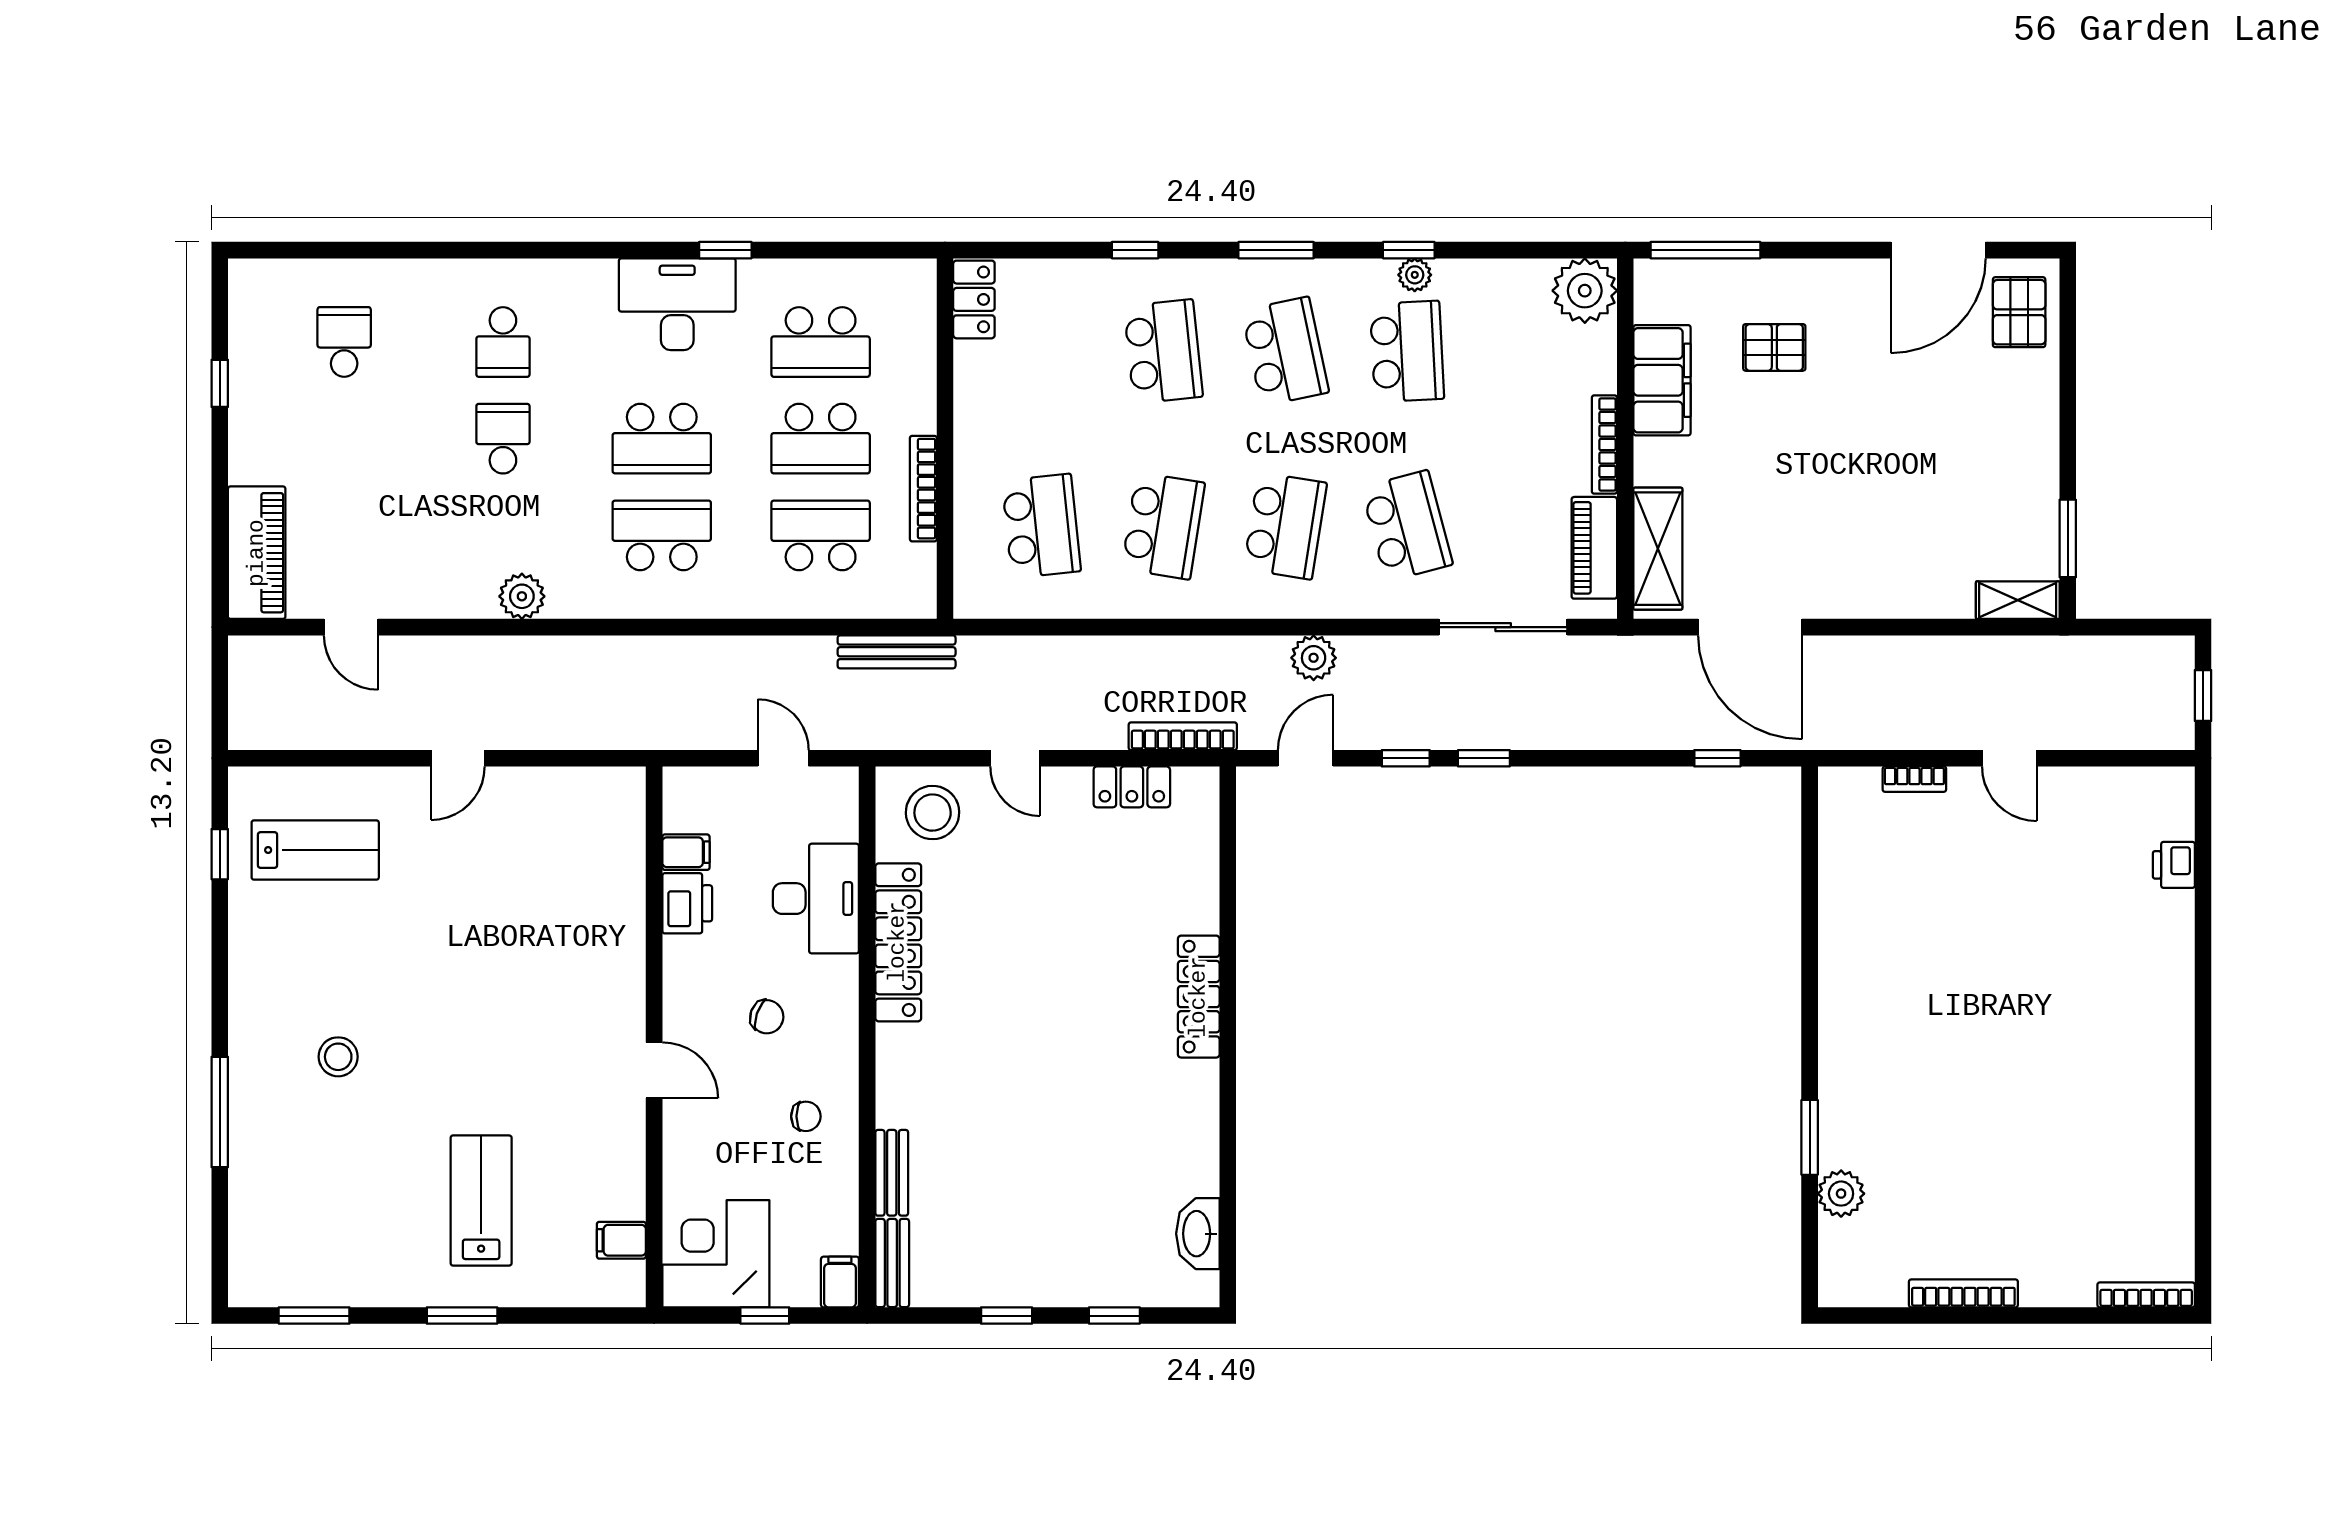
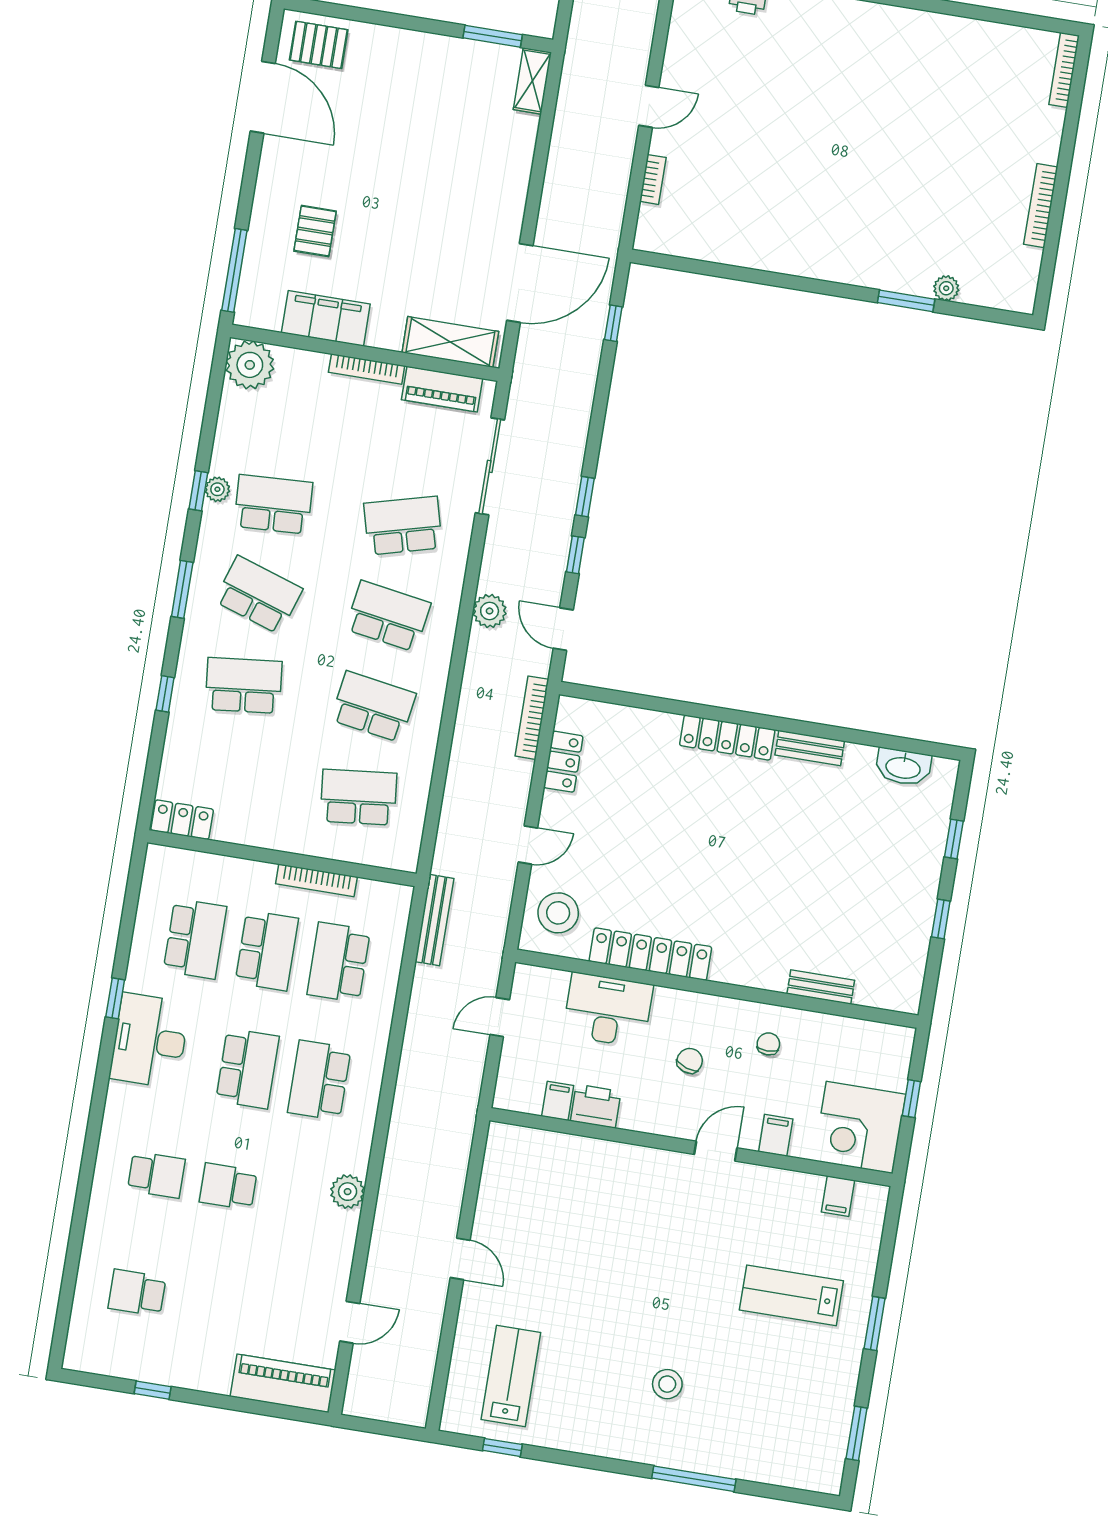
school desk: (1285, 351) -> (258, 595), turned 30
plant: (1841, 1194) -> (946, 288), width x0.73, depth x0.73
bench: (892, 1263) -> (810, 748), moved
filing cabinet: (840, 1282) -> (776, 1135), moved, turned 90

